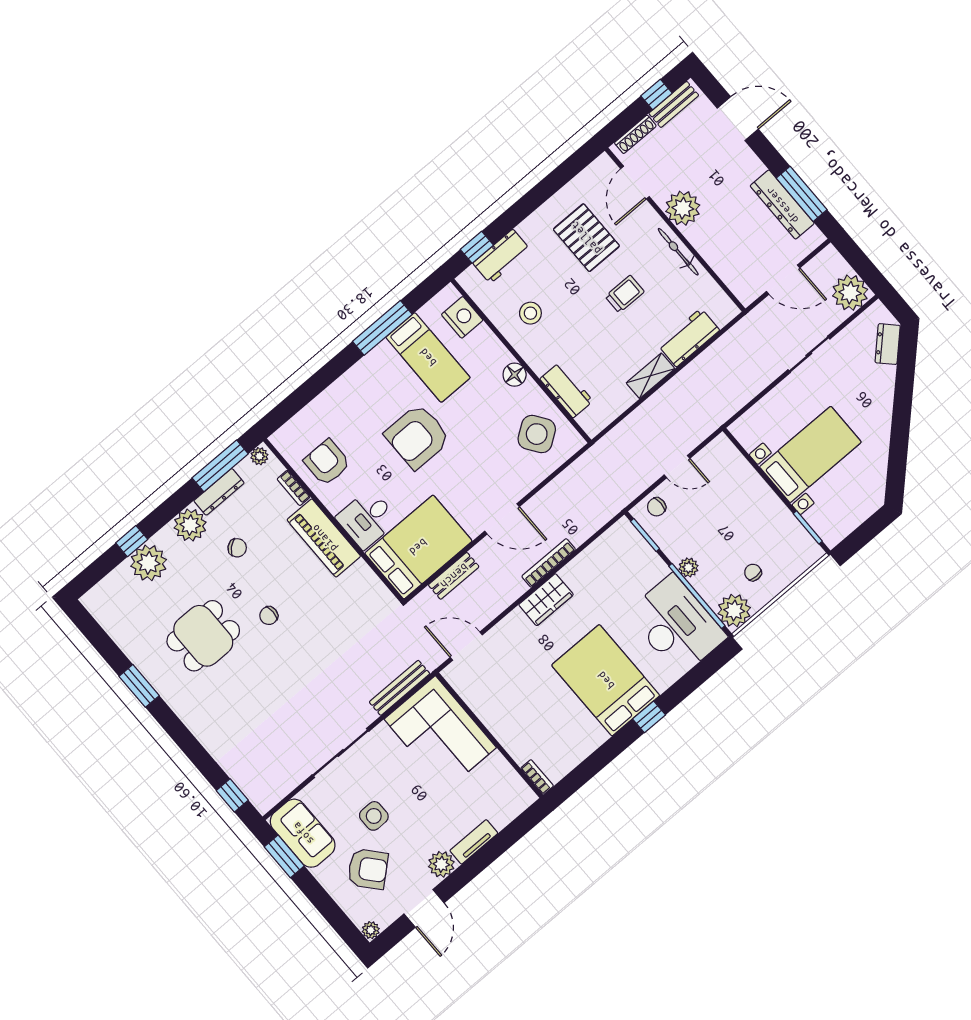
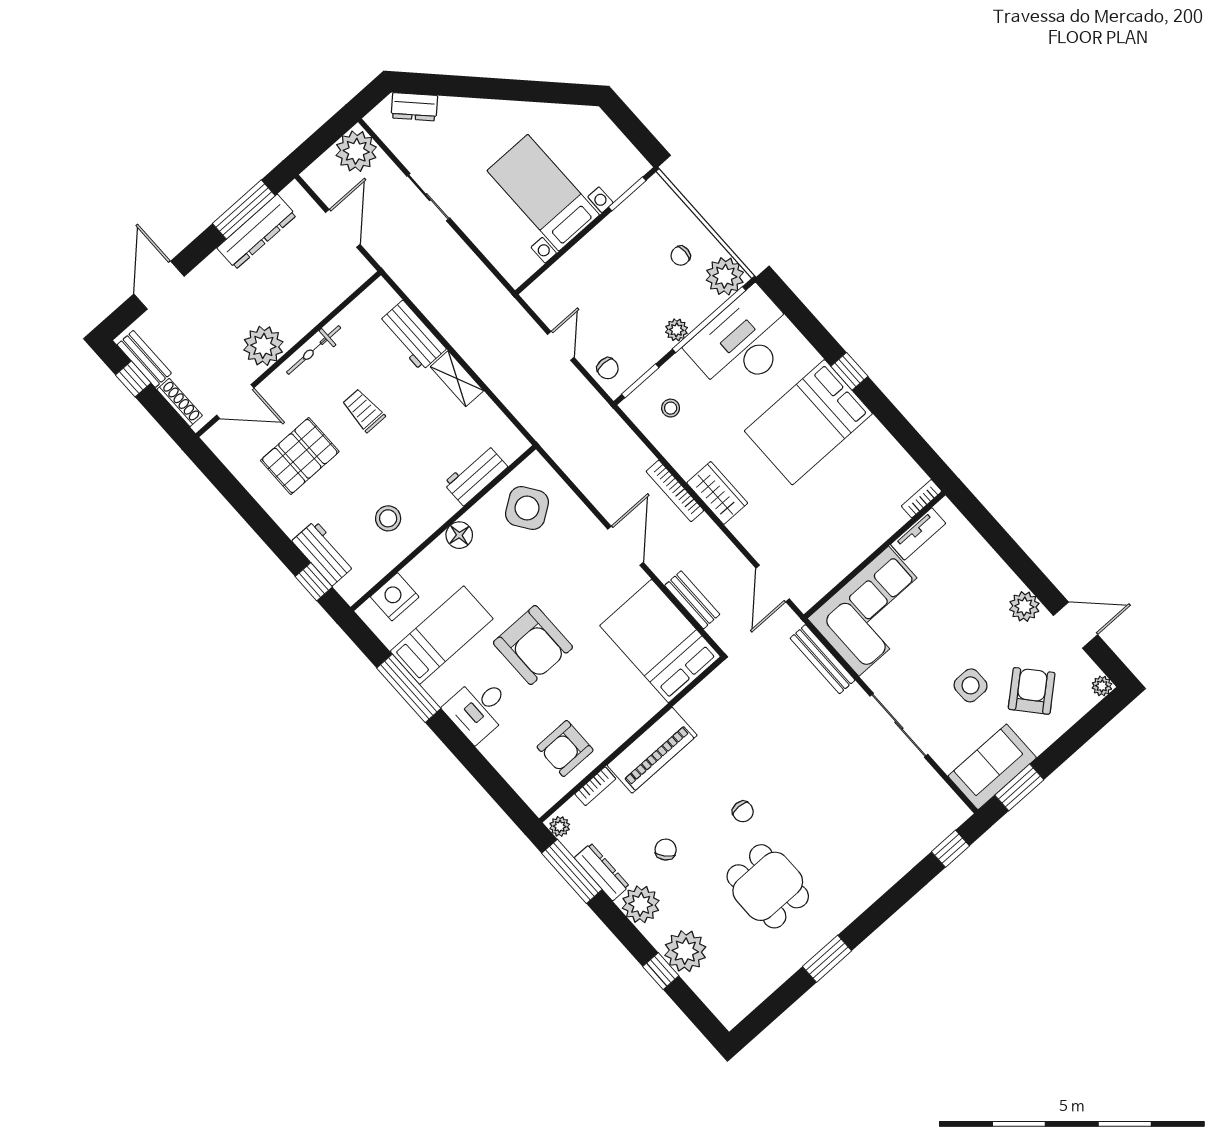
desk: (367, 519) -> (478, 709), moved, turned 90
stool: (621, 561) -> (671, 408), added
tv unit: (474, 842) -> (918, 534), moved, turned -90

